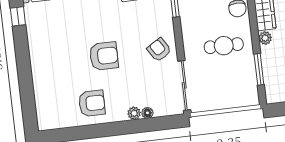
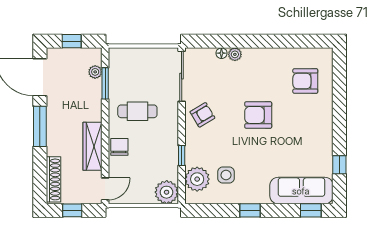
plant: (265, 38) -> (95, 72), moved
armchair: (159, 50) -> (202, 115), turned -89
armchair: (92, 103) -> (305, 81), moved

